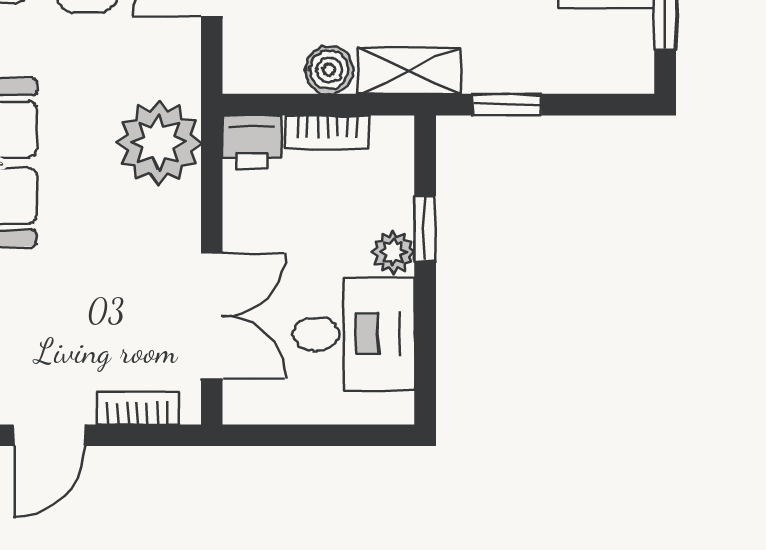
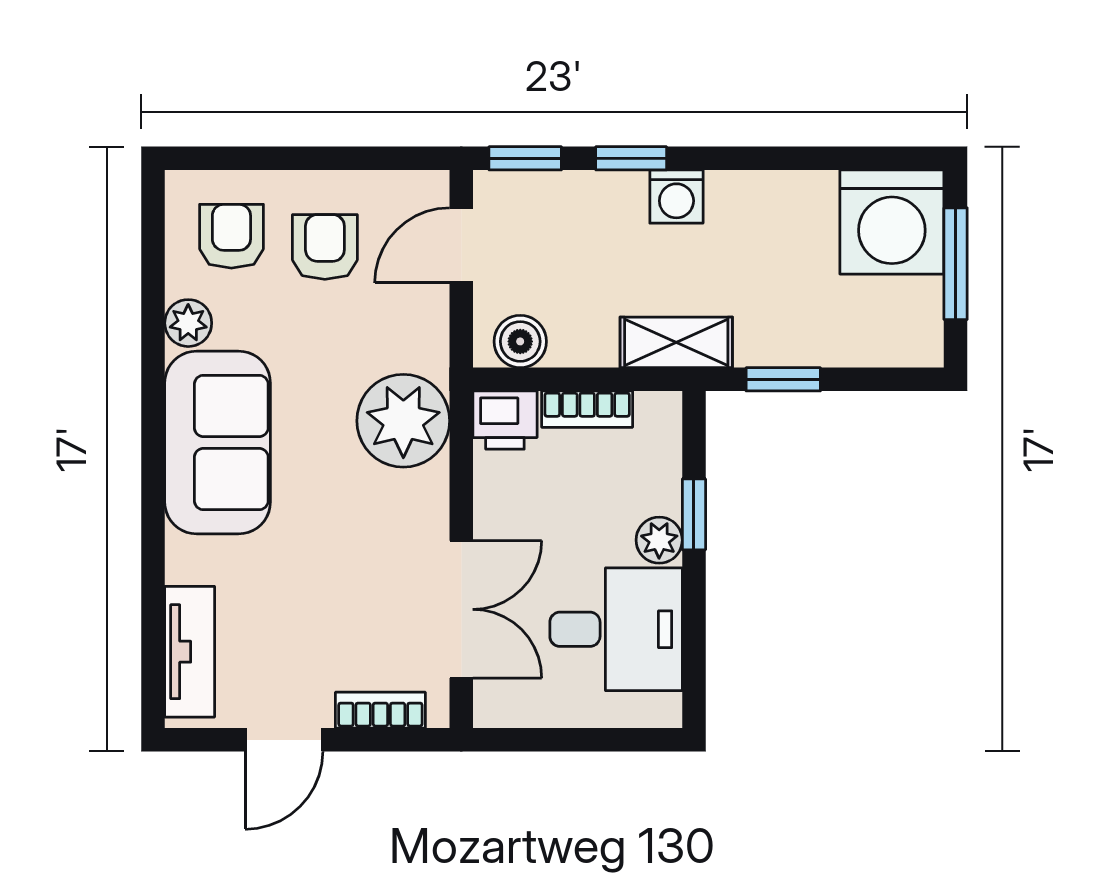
boiler: (329, 70) -> (520, 341), moved

